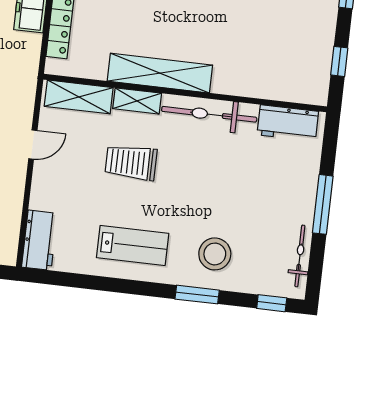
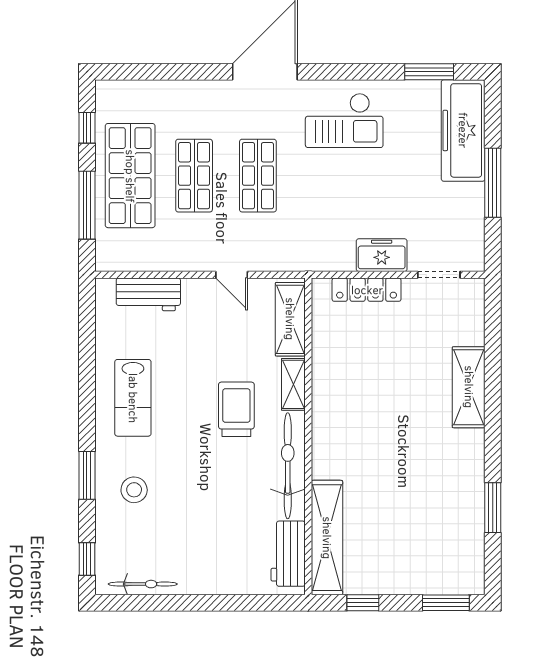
shelving: (160, 73) -> (327, 538), moved
trolley: (131, 162) -> (236, 409), moved
window: (323, 204) -> (203, 603), removed
workbench: (40, 240) -> (148, 294), moved
stool: (215, 254) -> (134, 490), width x0.73, depth x0.73

